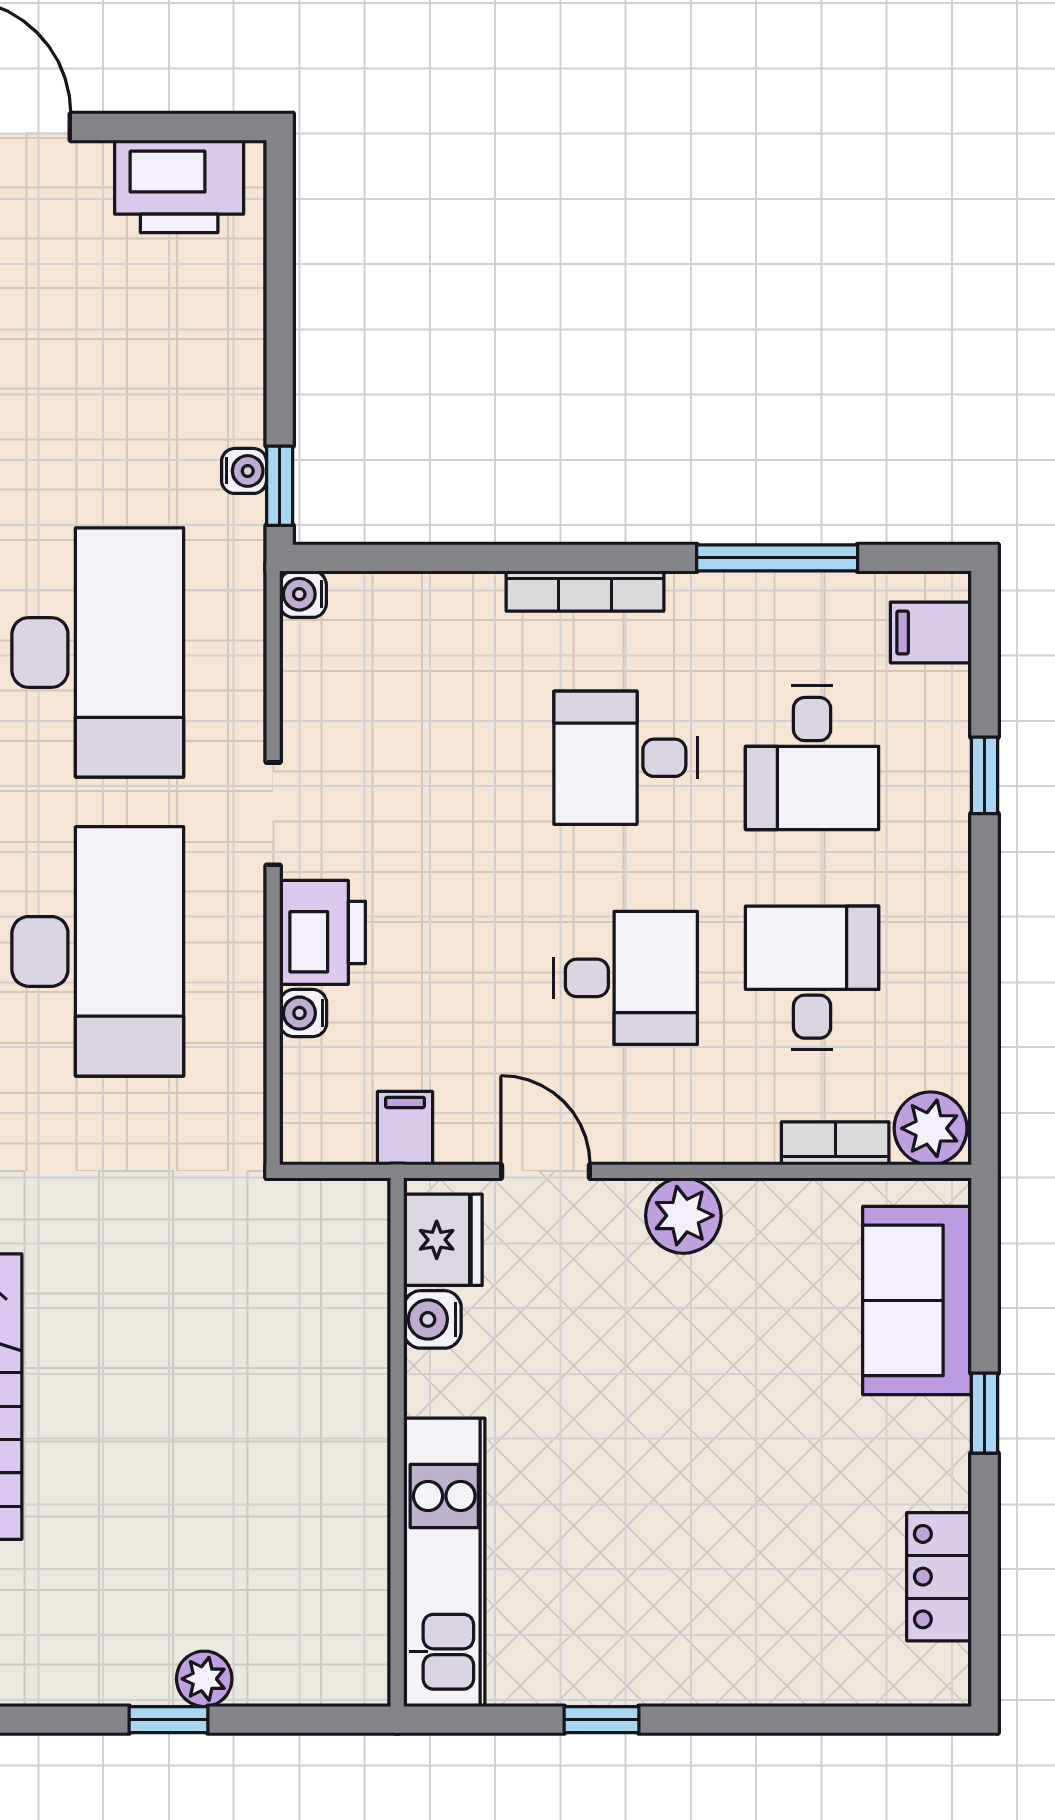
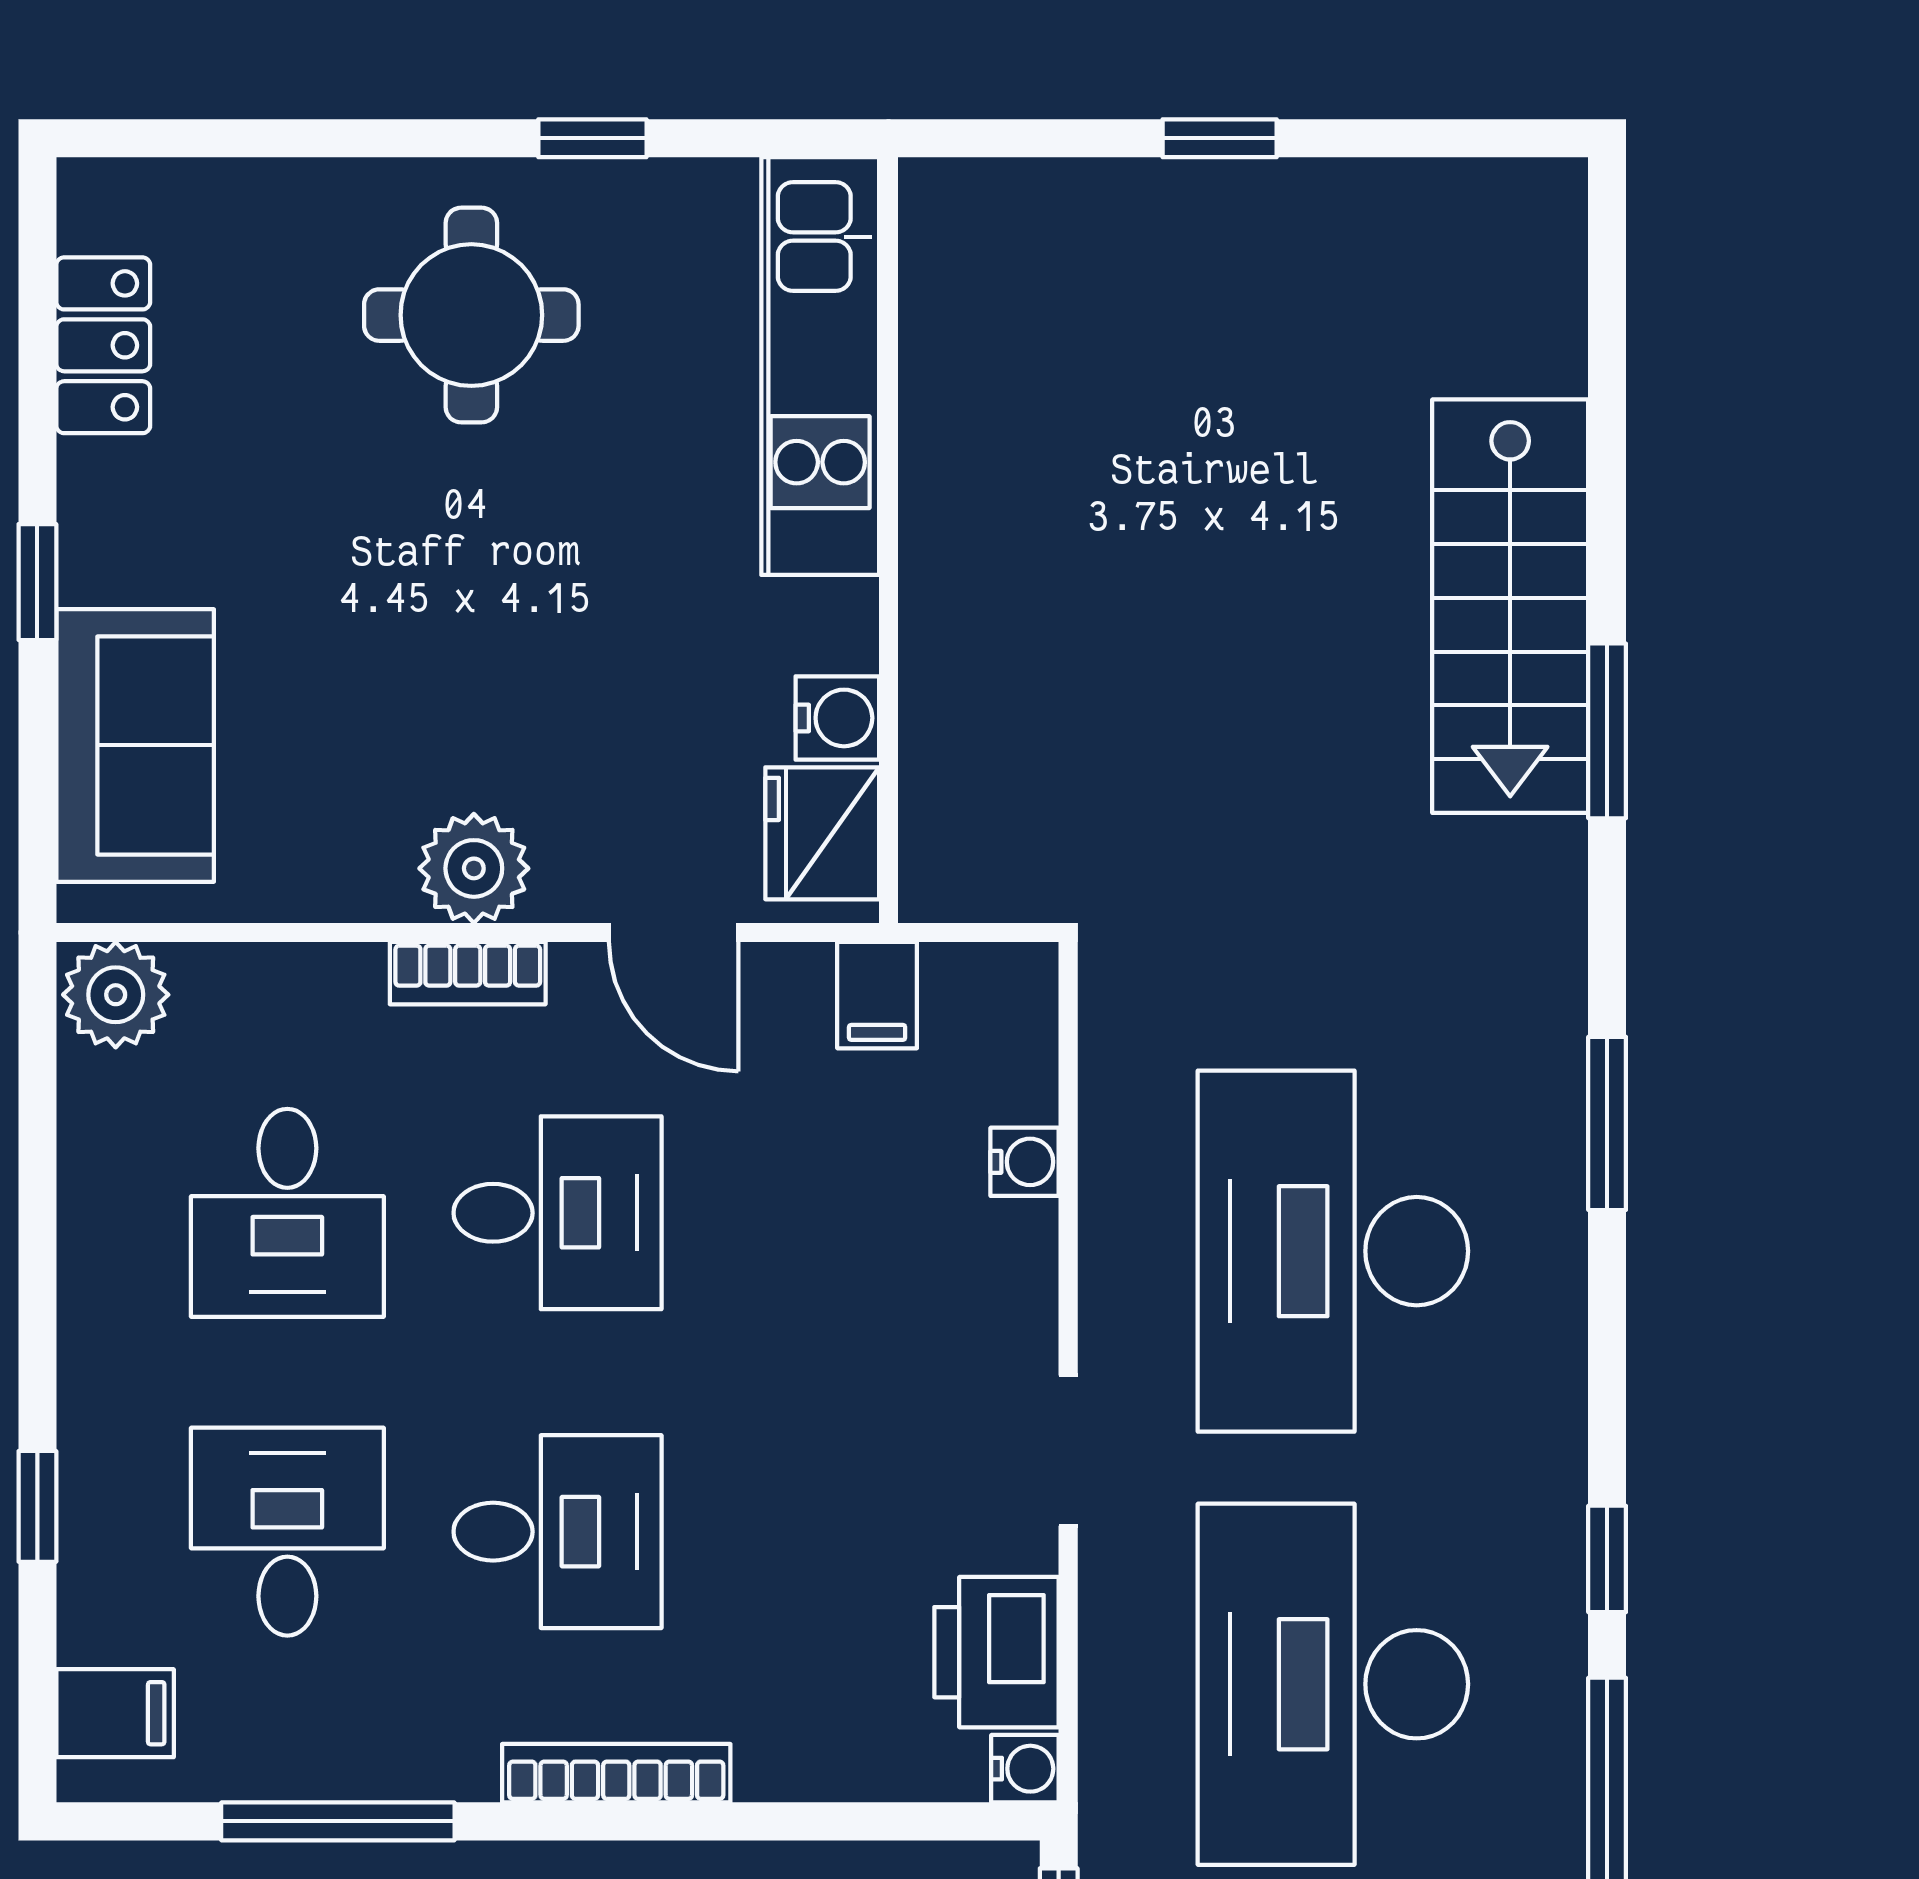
printer: (323, 932) -> (997, 1652), moved
desk: (626, 978) -> (558, 1213), turned 180
bookcase: (835, 1143) -> (468, 973), moved
round table: (685, 1598) -> (471, 315), added
plant: (204, 1679) -> (1168, 197), removed

